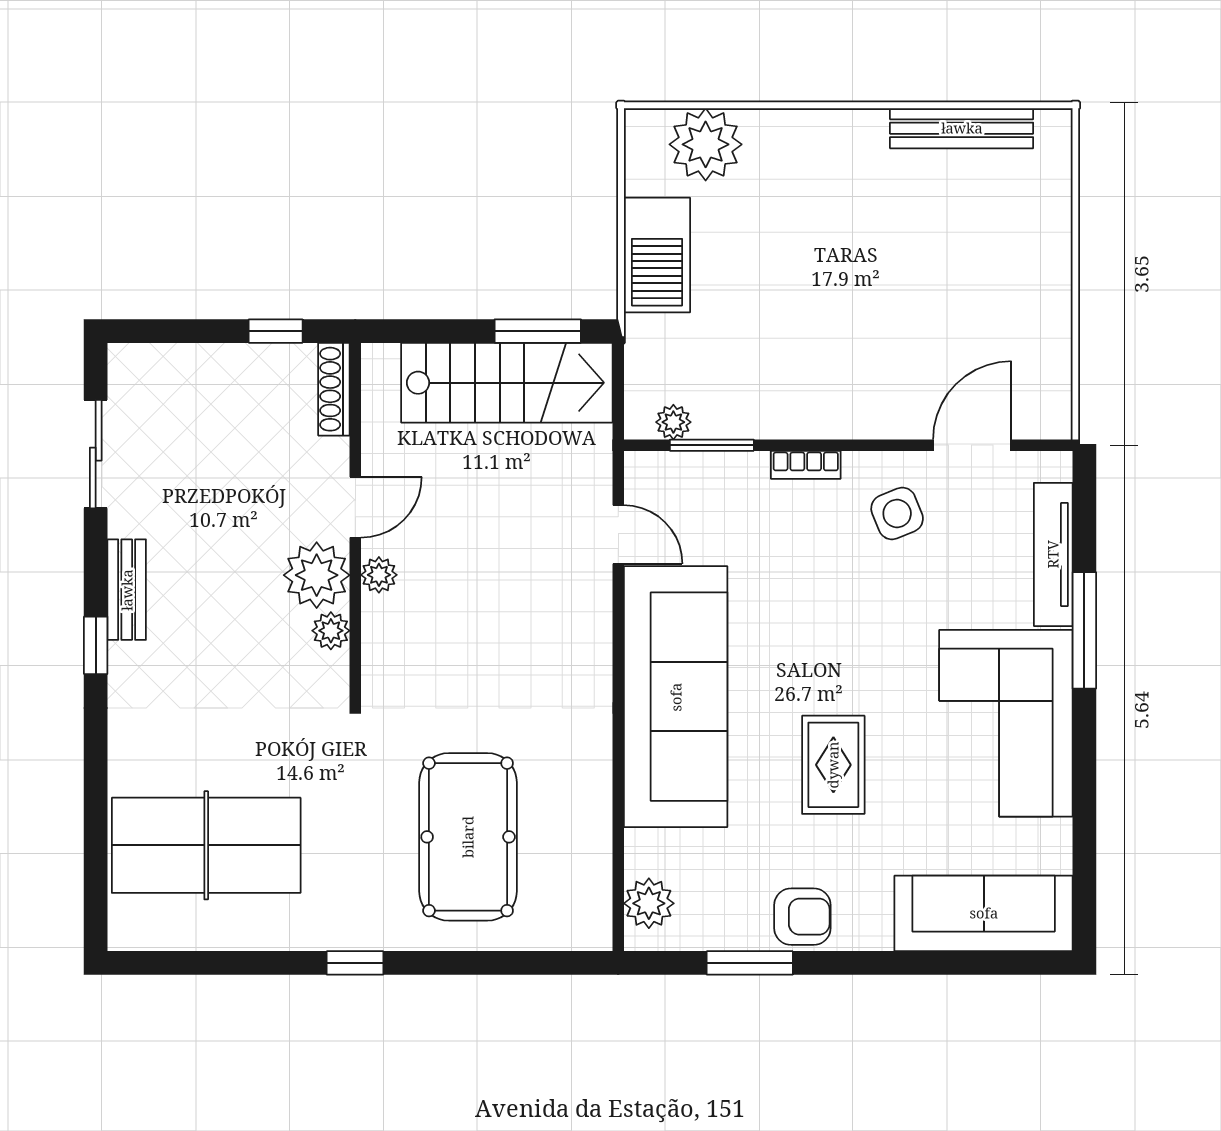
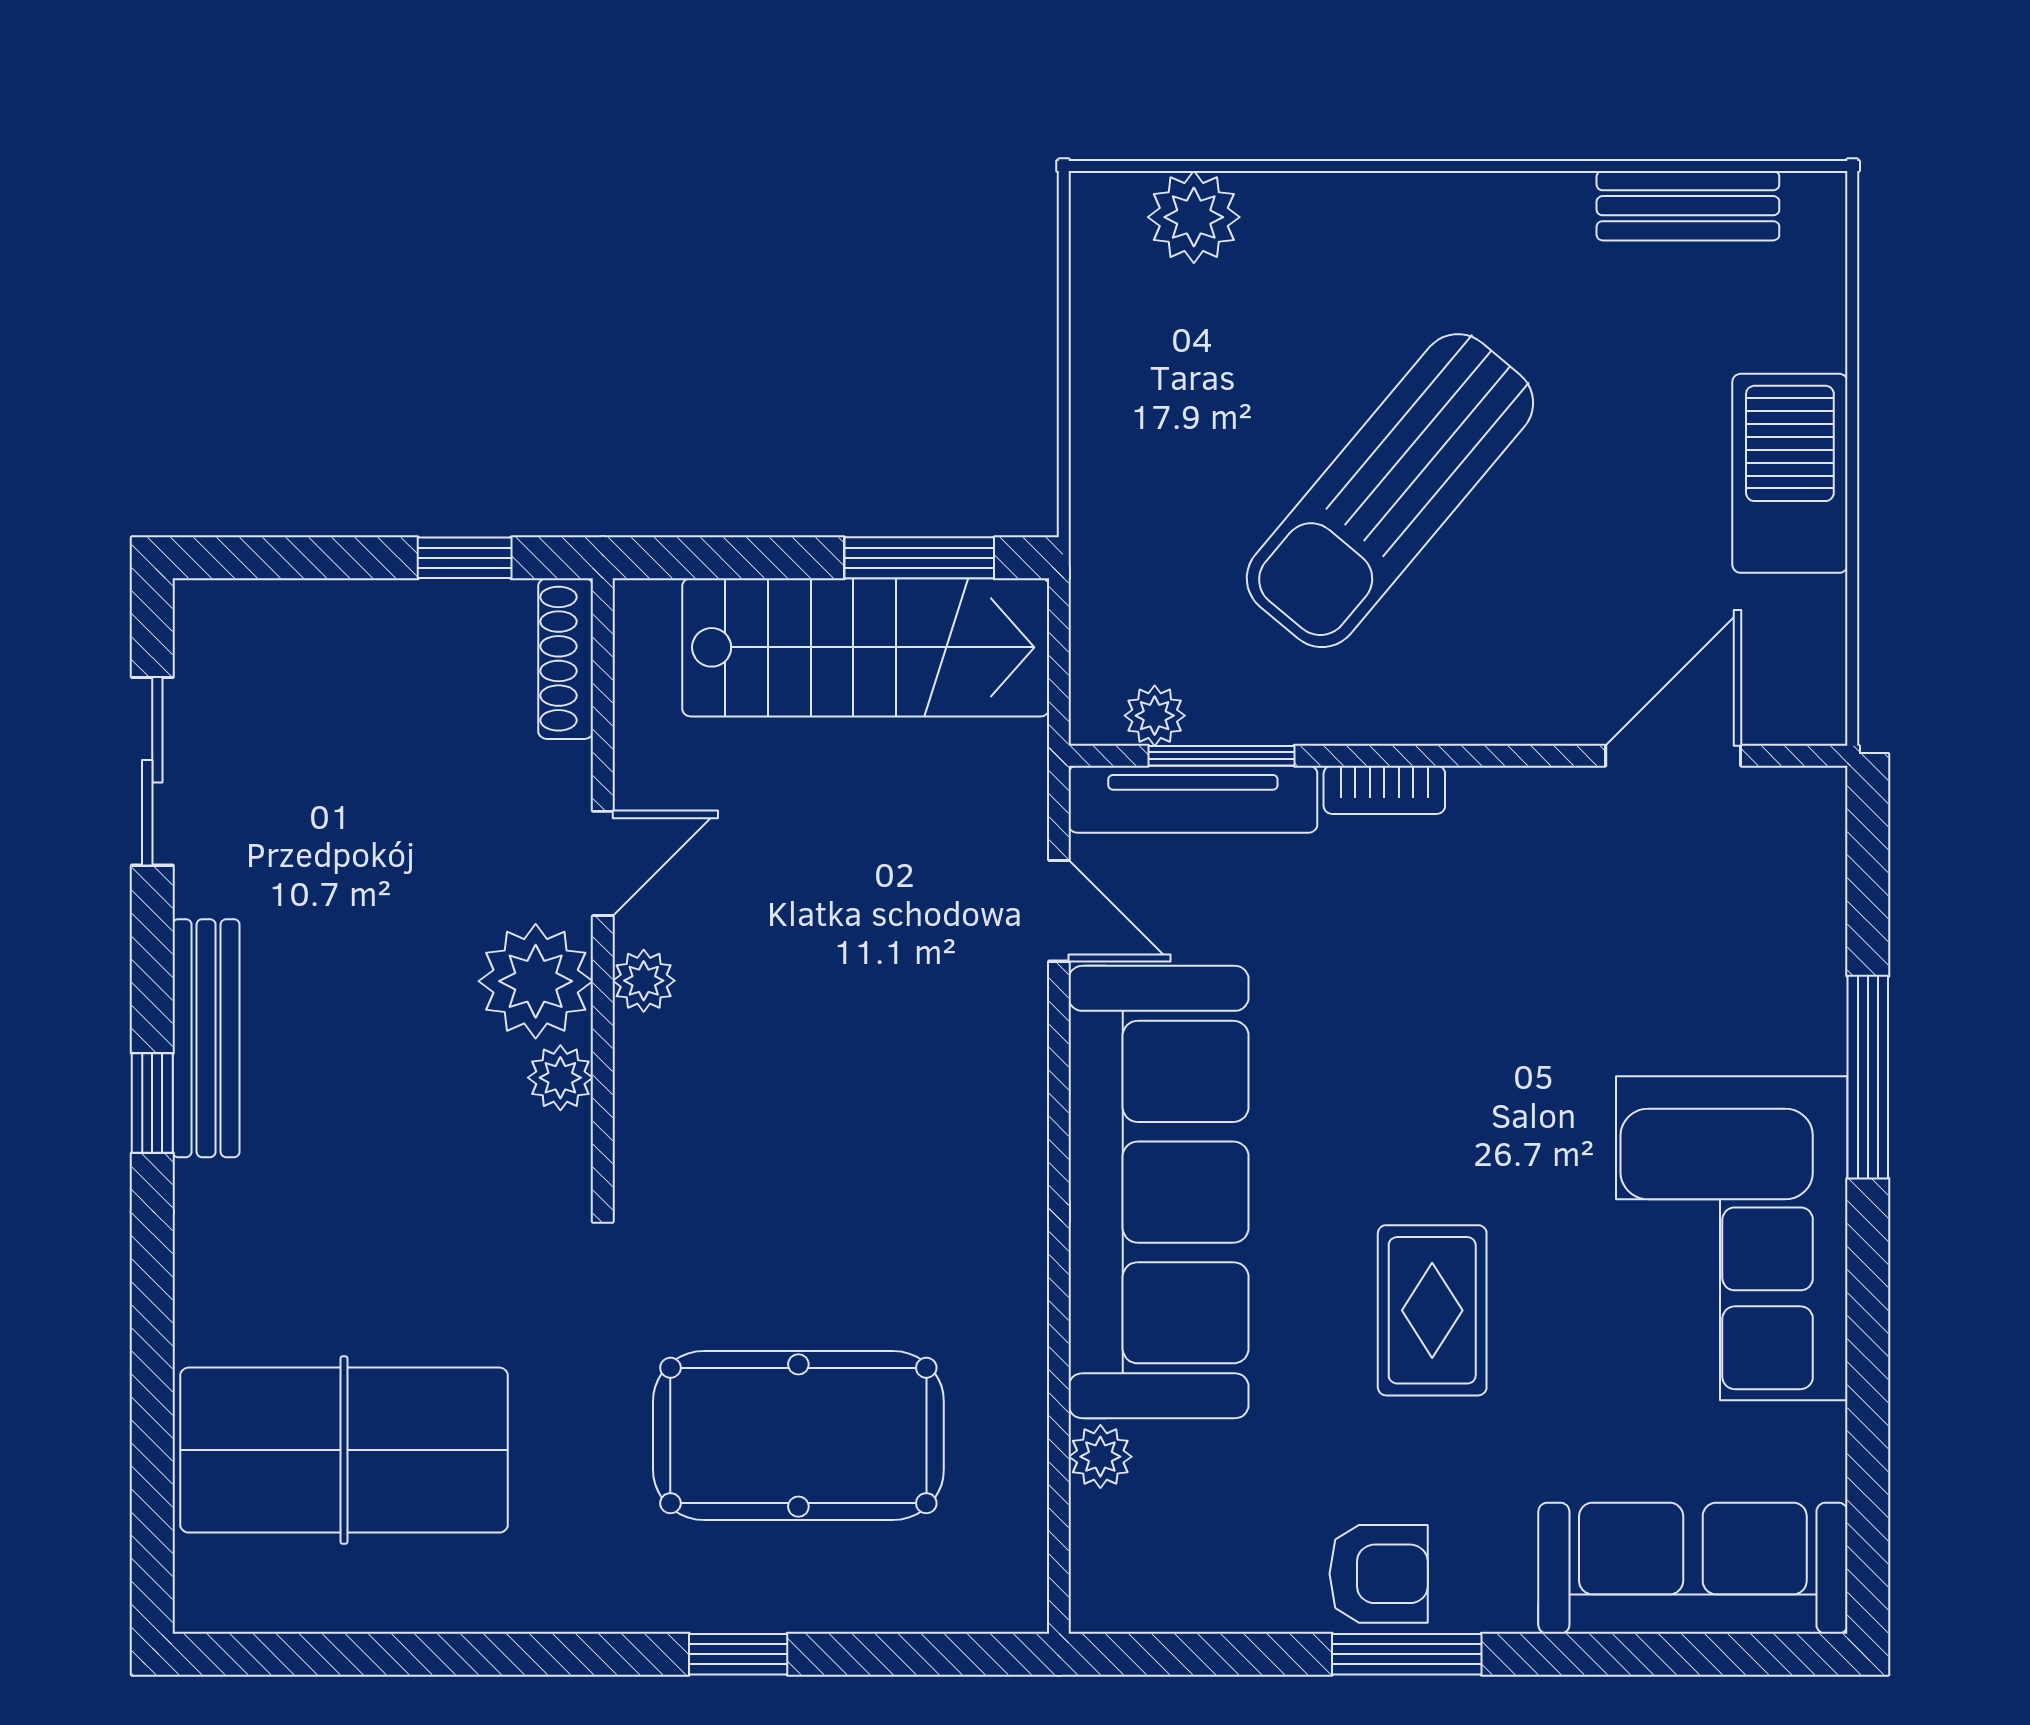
bench: (962, 128) -> (1688, 206), width x0.73
plant: (706, 144) -> (1194, 217), width x0.73, depth x0.73
barbecue: (657, 255) -> (1790, 473), moved, turned 180
sun lounger: (809, 292) -> (1390, 491), added
side table: (897, 513) -> (1543, 874), removed
tv unit: (1053, 554) -> (1193, 799), moved, turned -90
bench: (127, 590) -> (206, 1038), width x1.36
pool table: (468, 837) -> (798, 1435), turned 90
plant: (649, 903) -> (1100, 1457), moved, width x0.73, depth x0.73
window: (355, 963) -> (738, 1654), moved
window: (750, 963) -> (1407, 1654), moved

